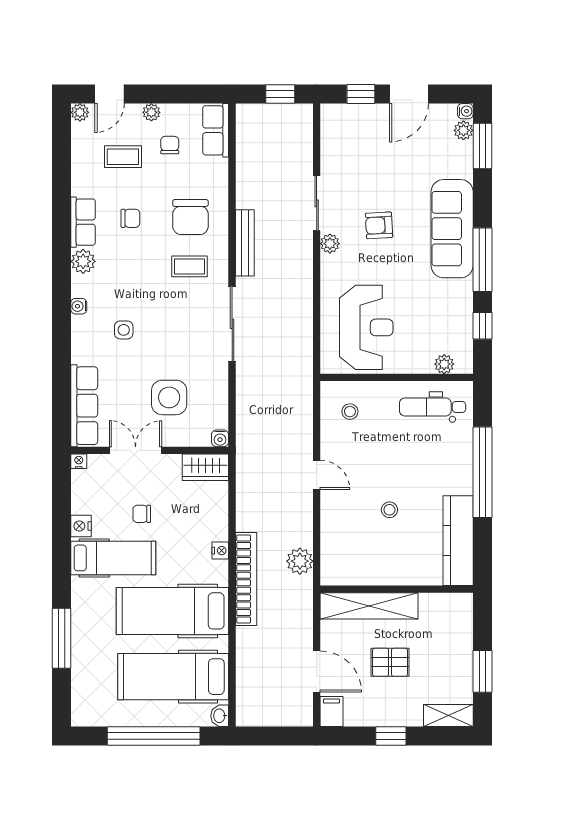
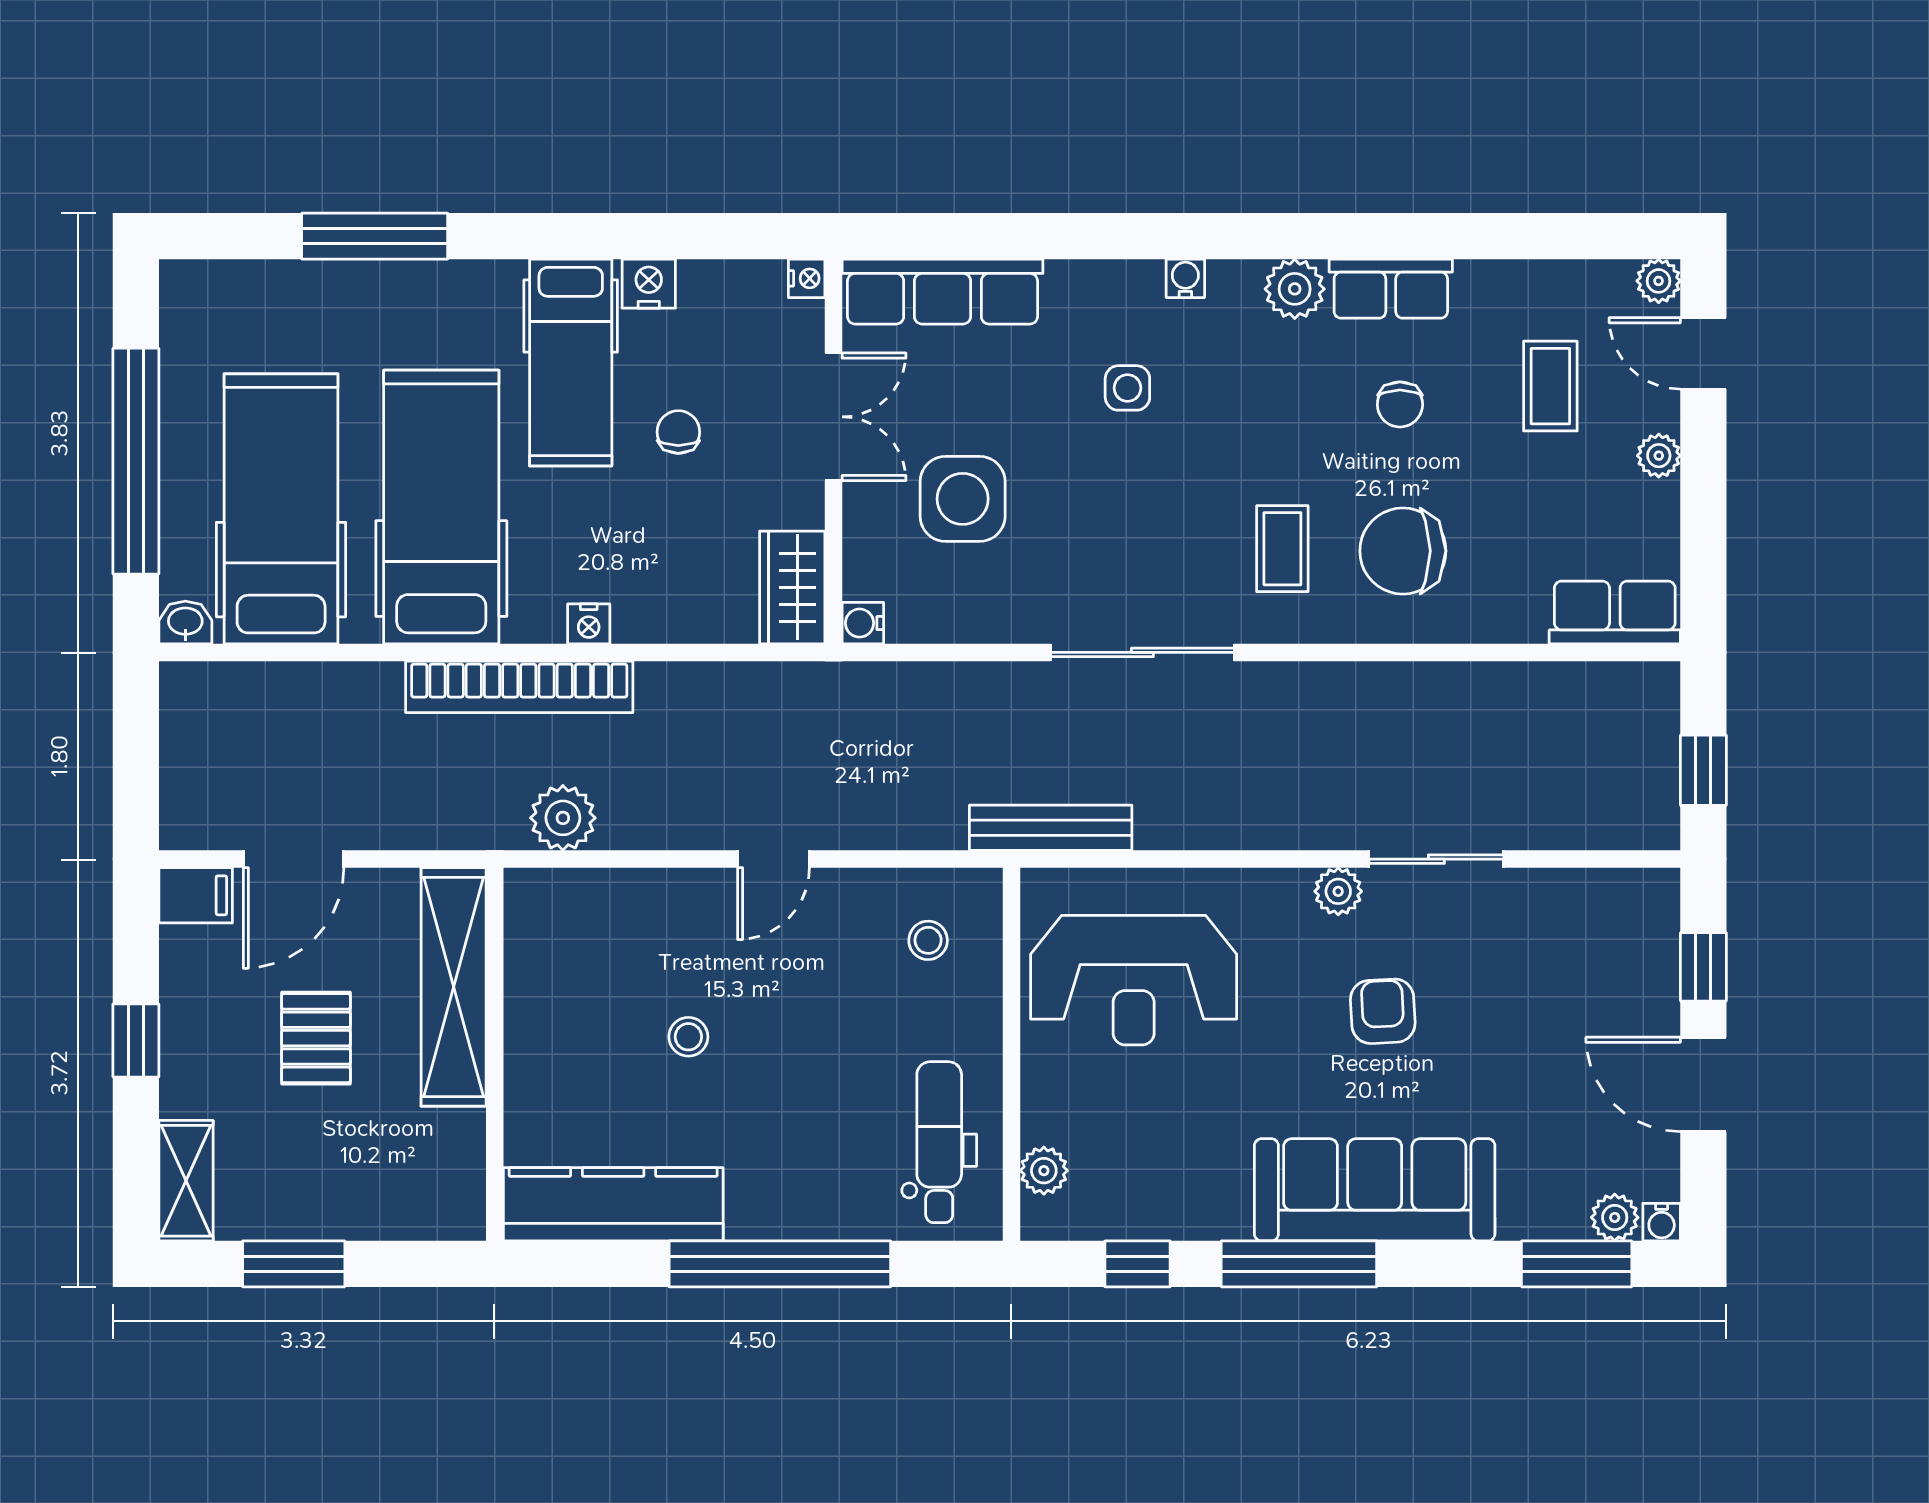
chair: (170, 145) -> (1579, 500), removed
bench: (245, 243) -> (1051, 828), moved

